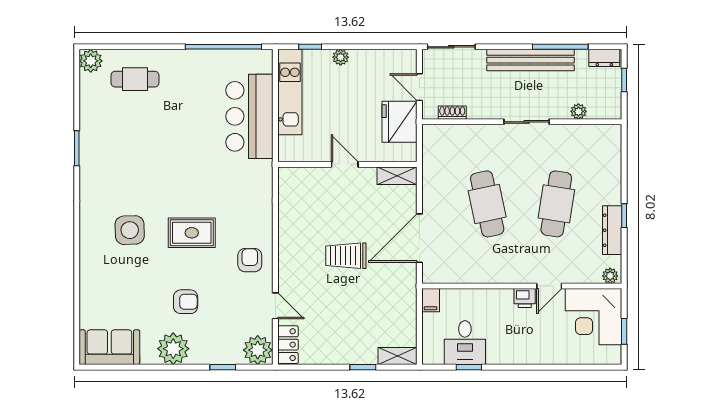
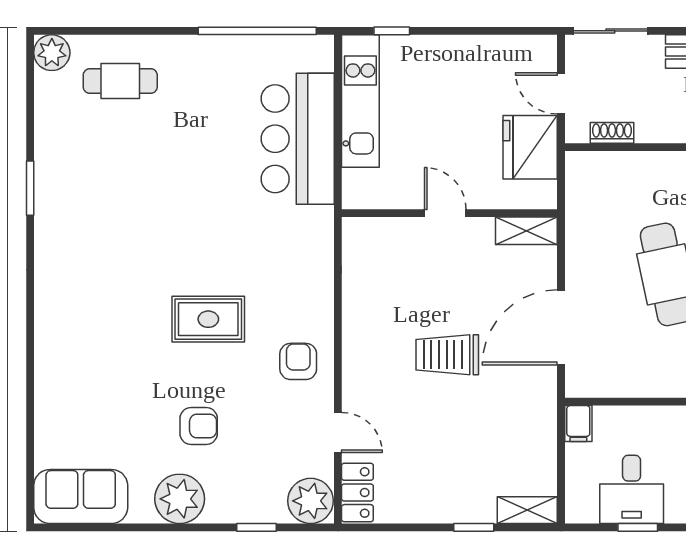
plant: (341, 57) -> (439, 47), removed
side table: (130, 230) -> (112, 315), removed

